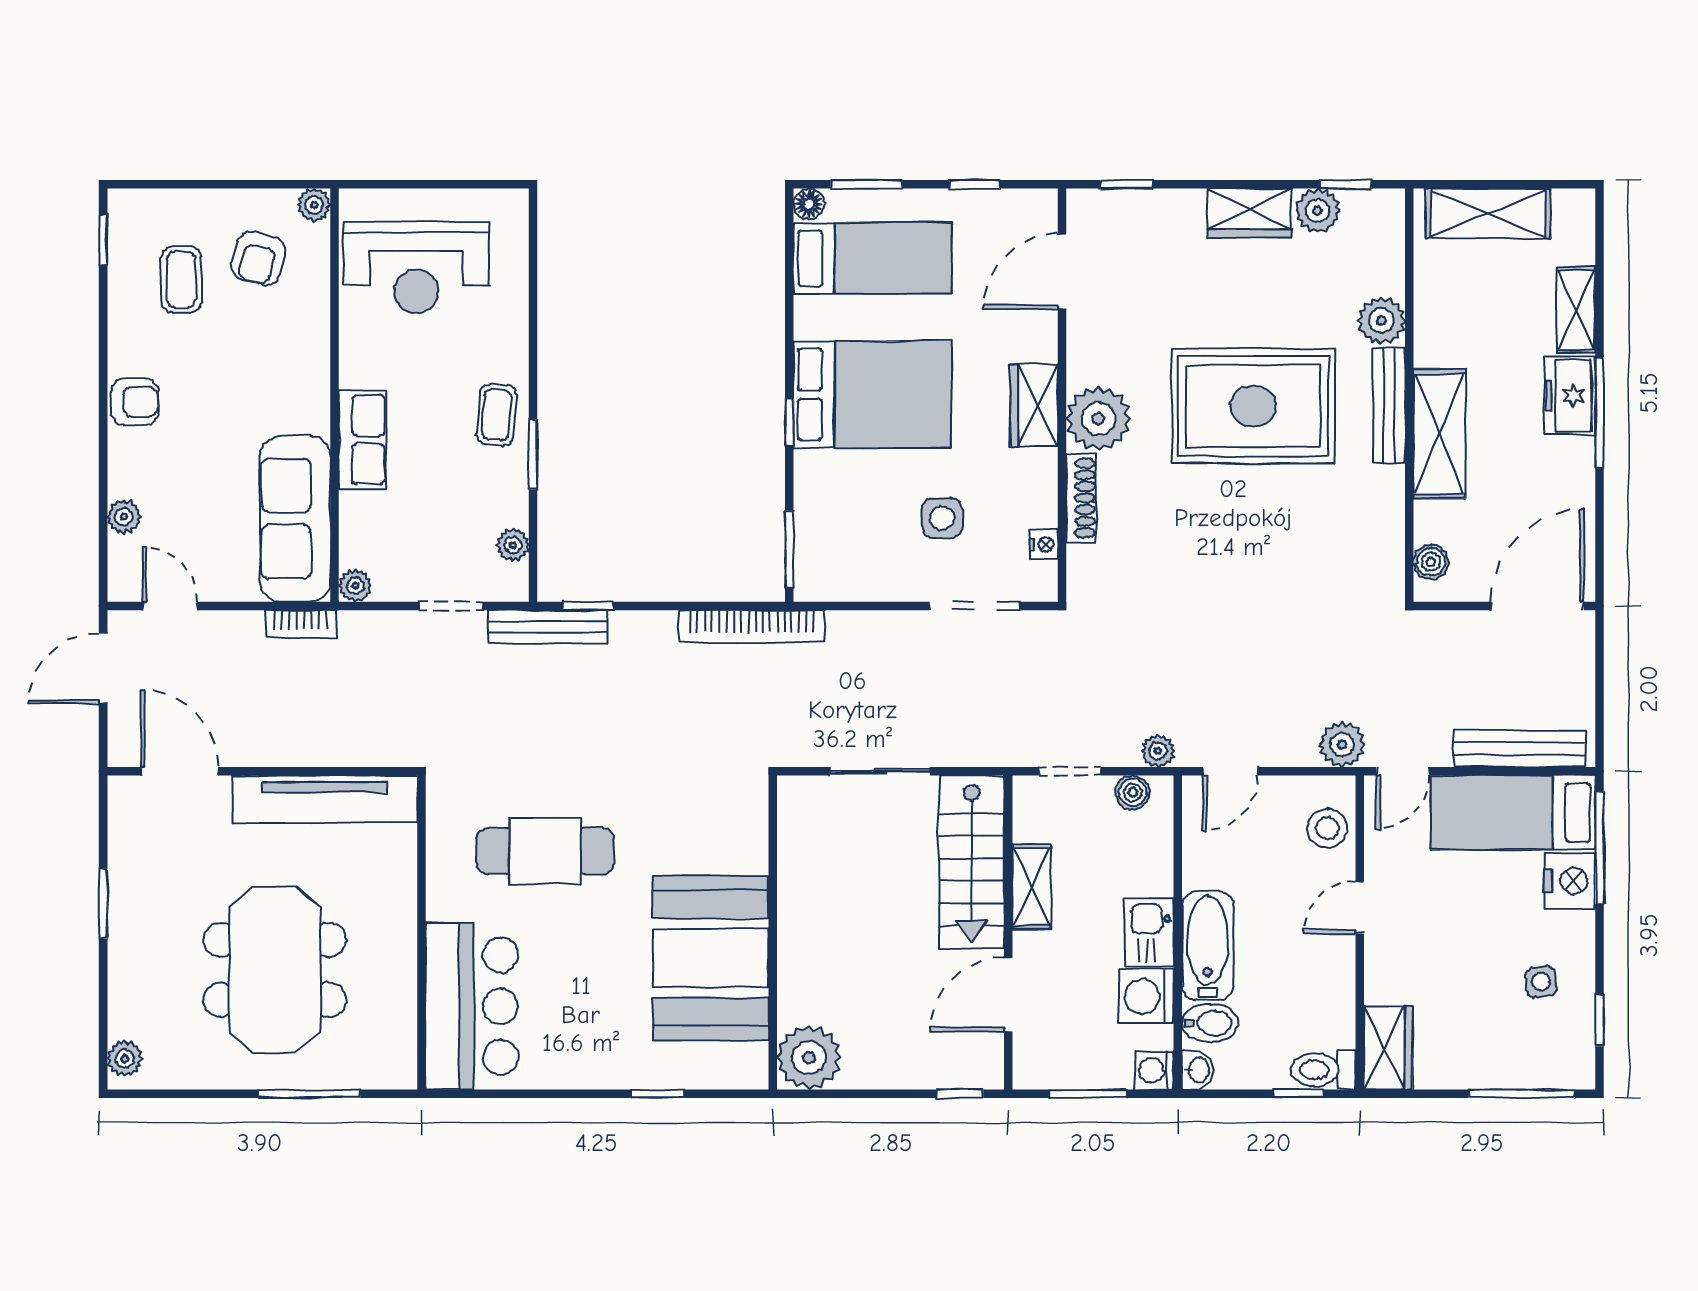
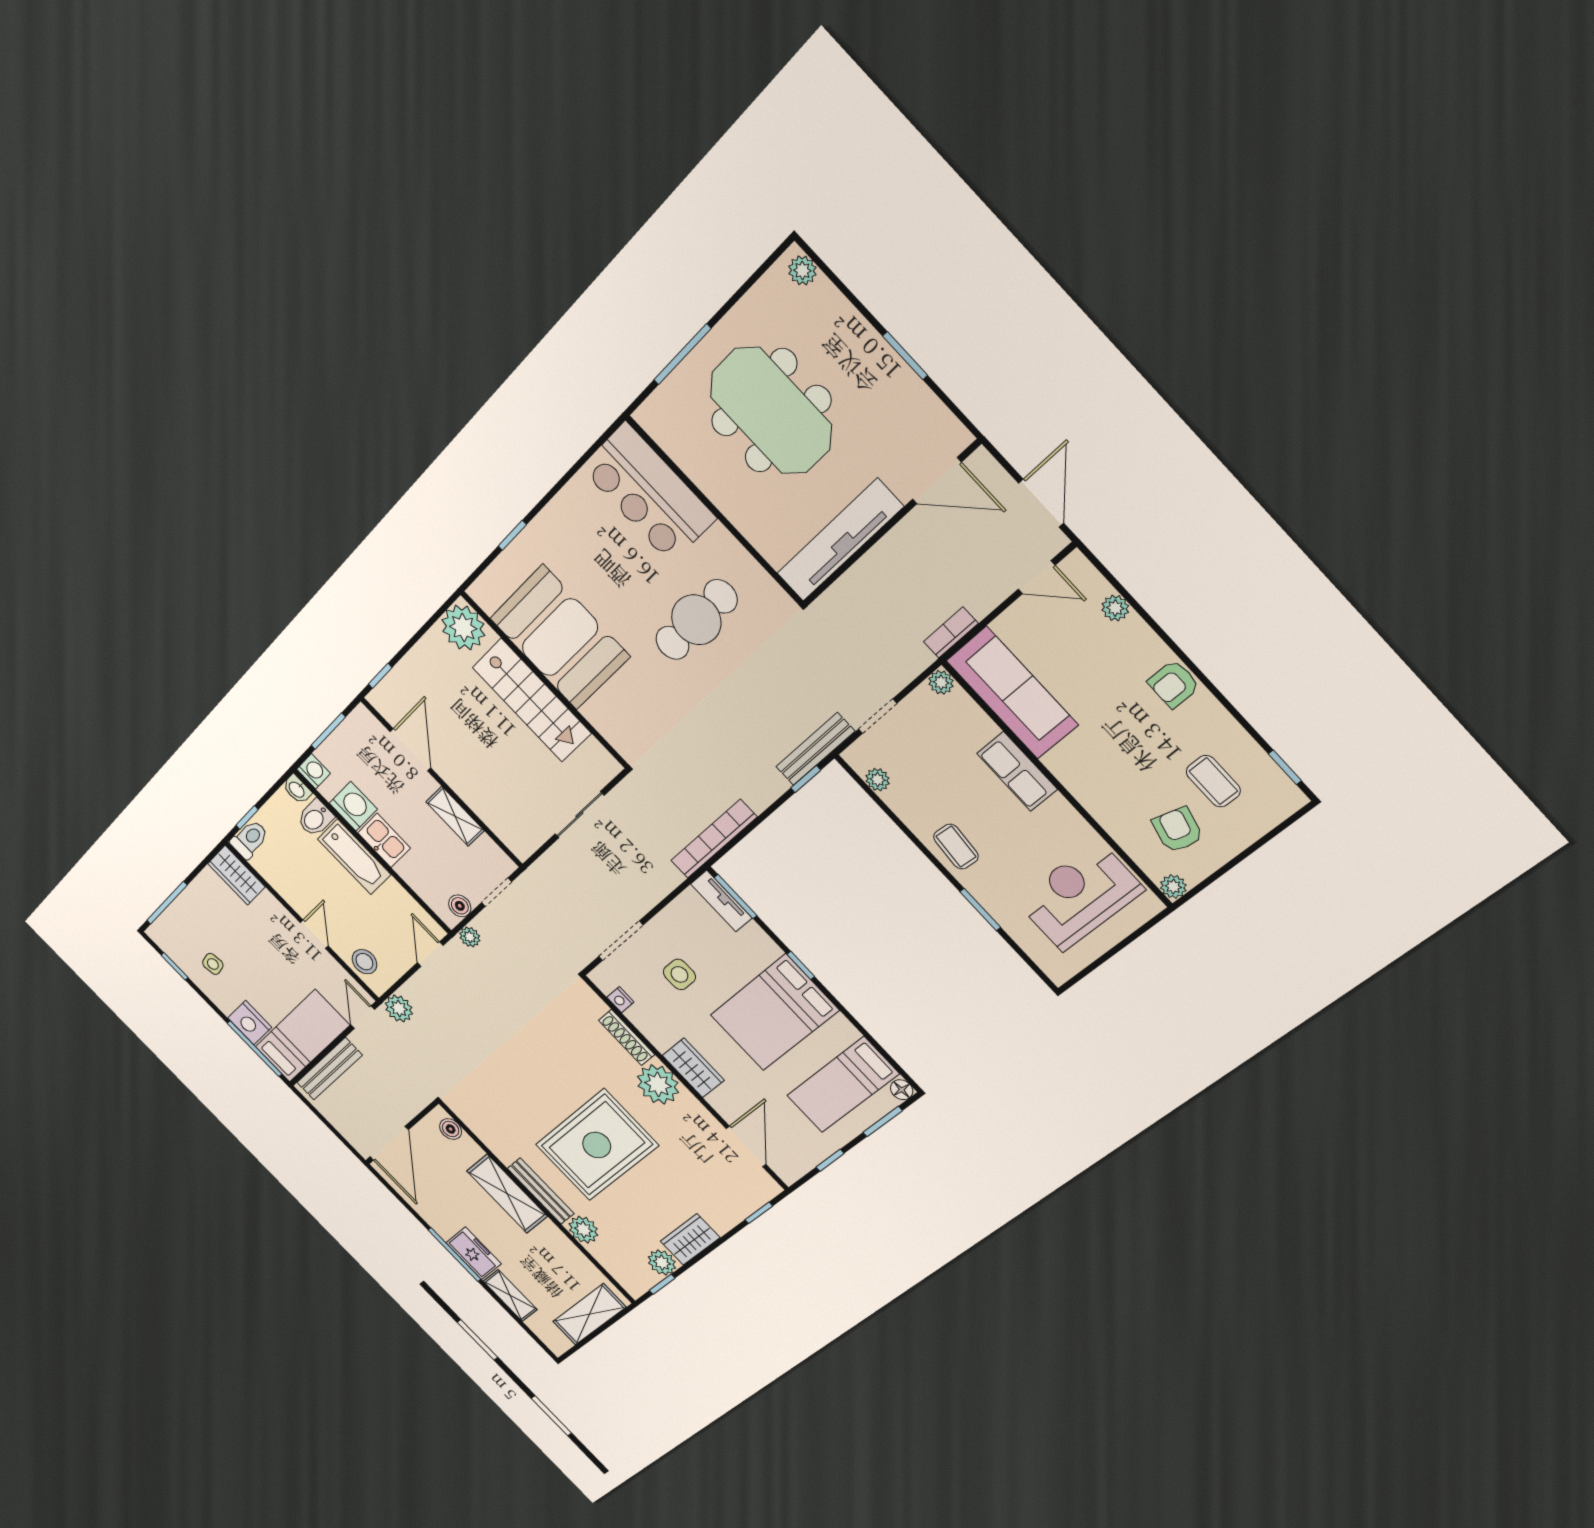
window: (533, 454) -> (980, 910), moved
tv unit: (810, 557) -> (721, 901), added
stairs: (972, 862) -> (532, 700), moved, turned 180

